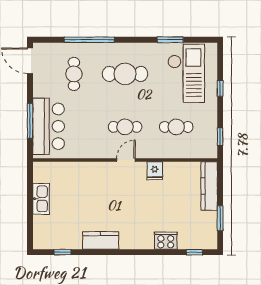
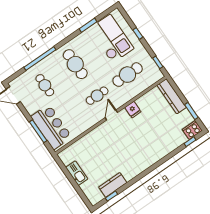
cafe table: (125, 74) -> (75, 64), turned 90
cafe table: (176, 127) -> (128, 75), width x1.37, depth x1.35
kitchen counter: (101, 240) -> (113, 185), moved
cooker: (166, 241) -> (192, 130), moved

